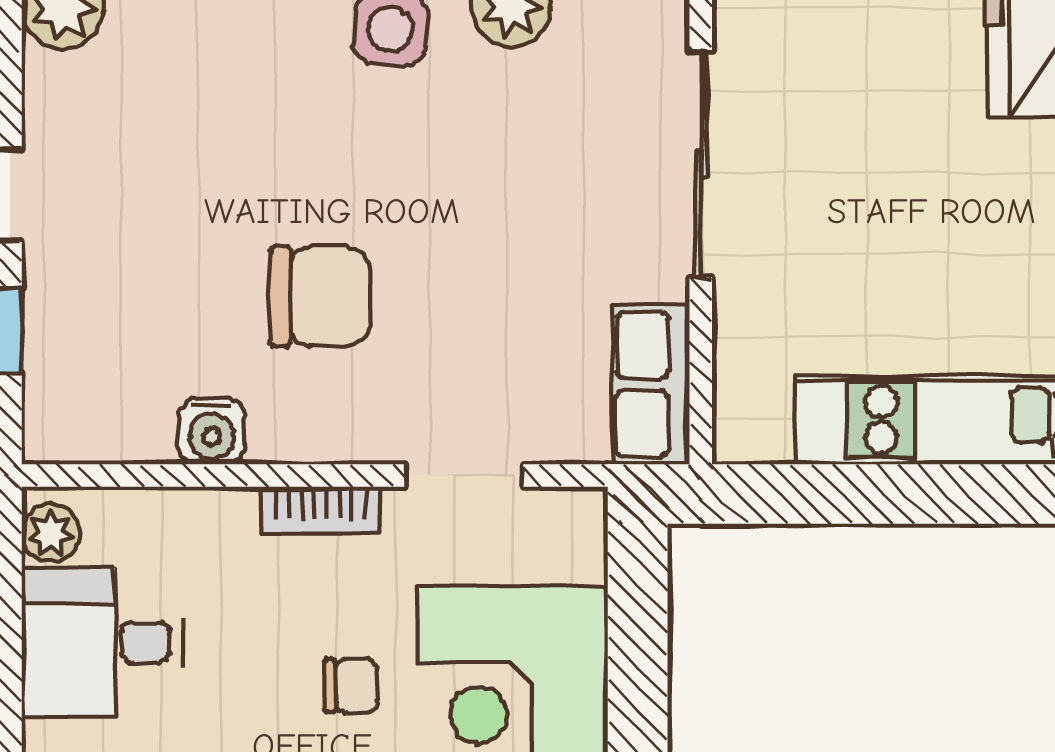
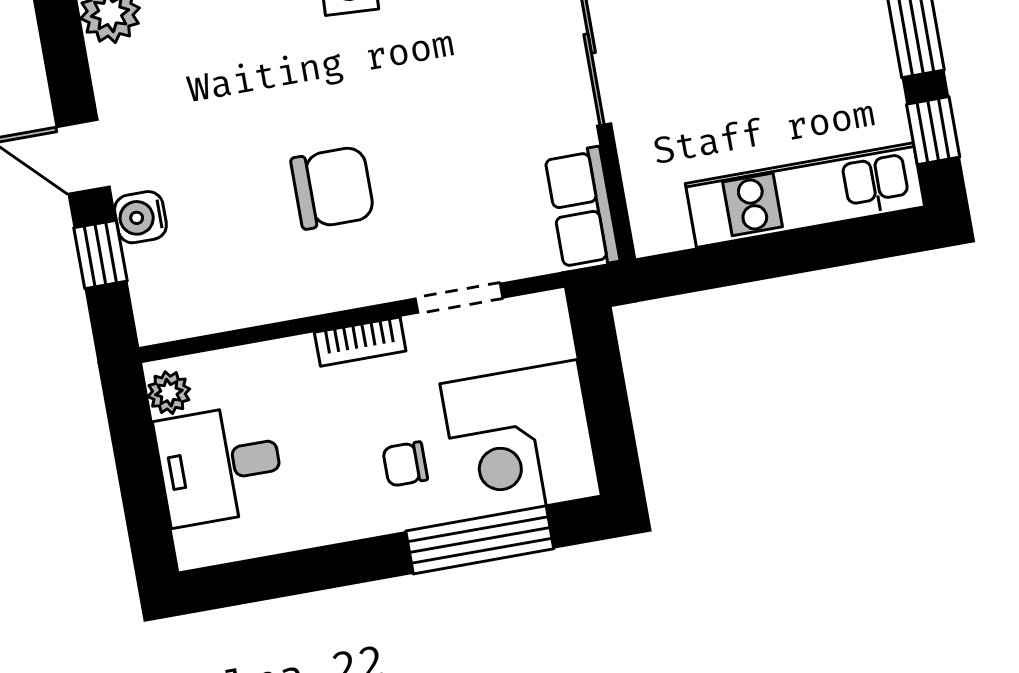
water cooler: (212, 431) -> (140, 217), moved, turned 90
chair: (352, 686) -> (405, 464), turned 180

